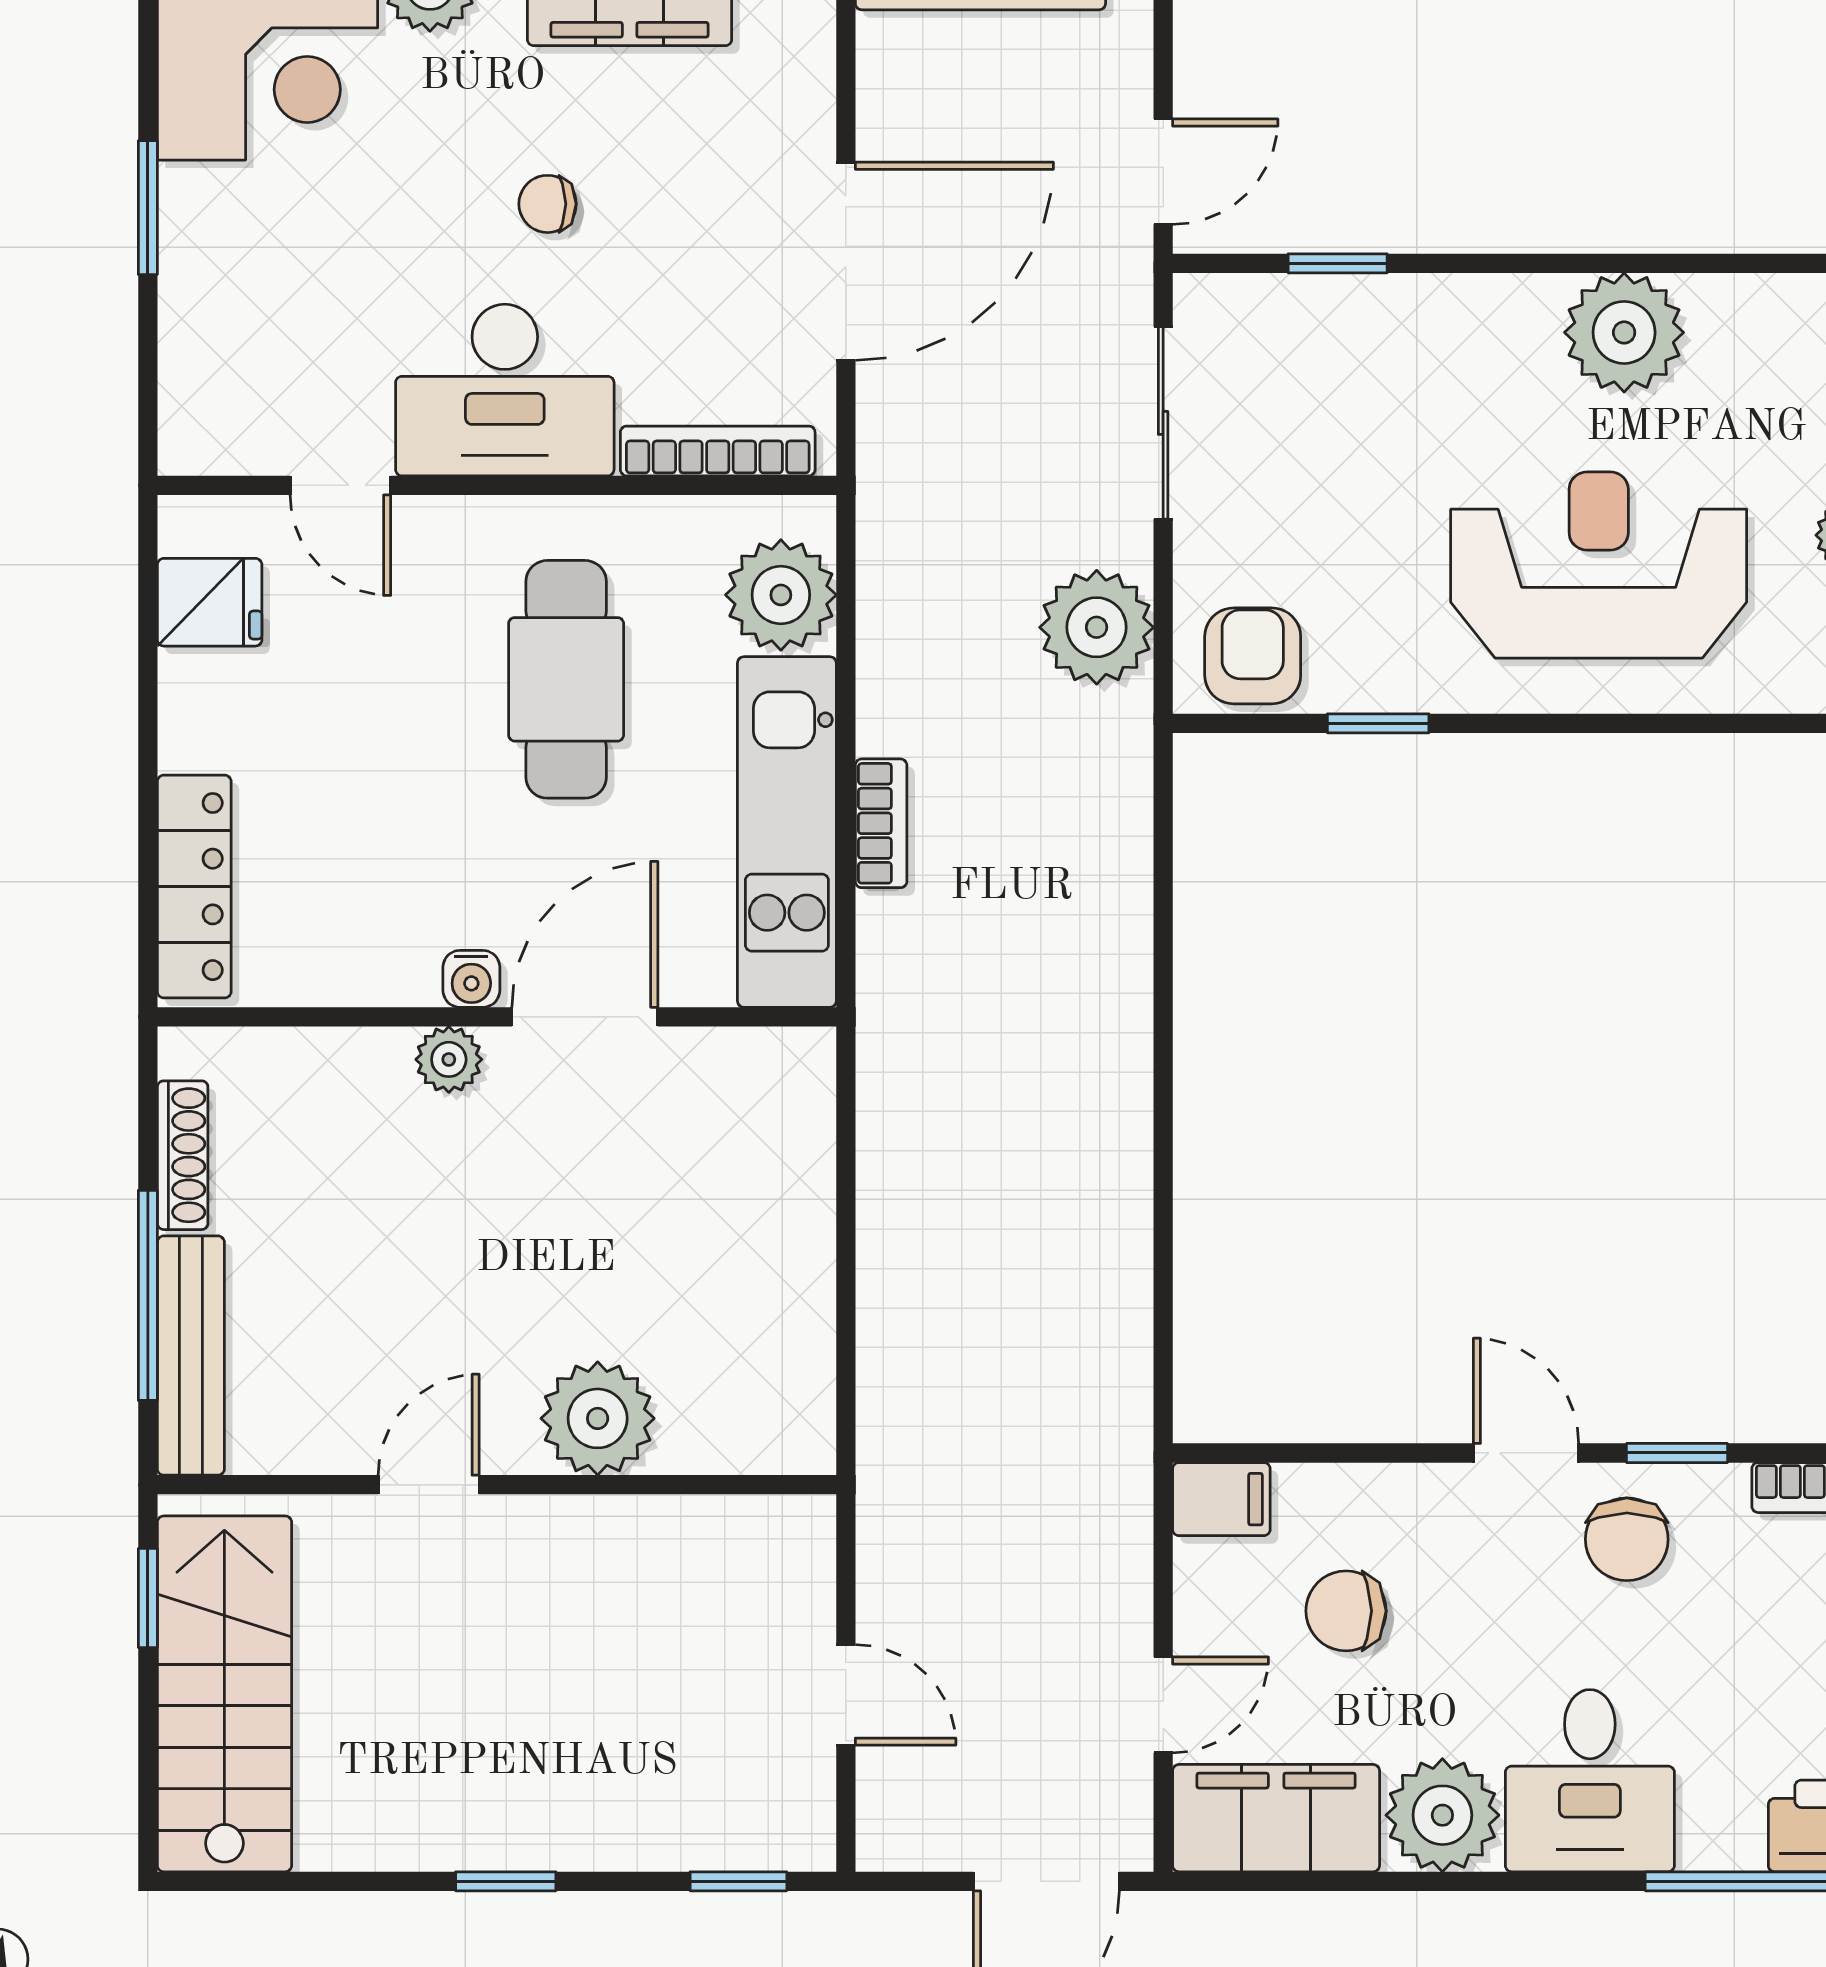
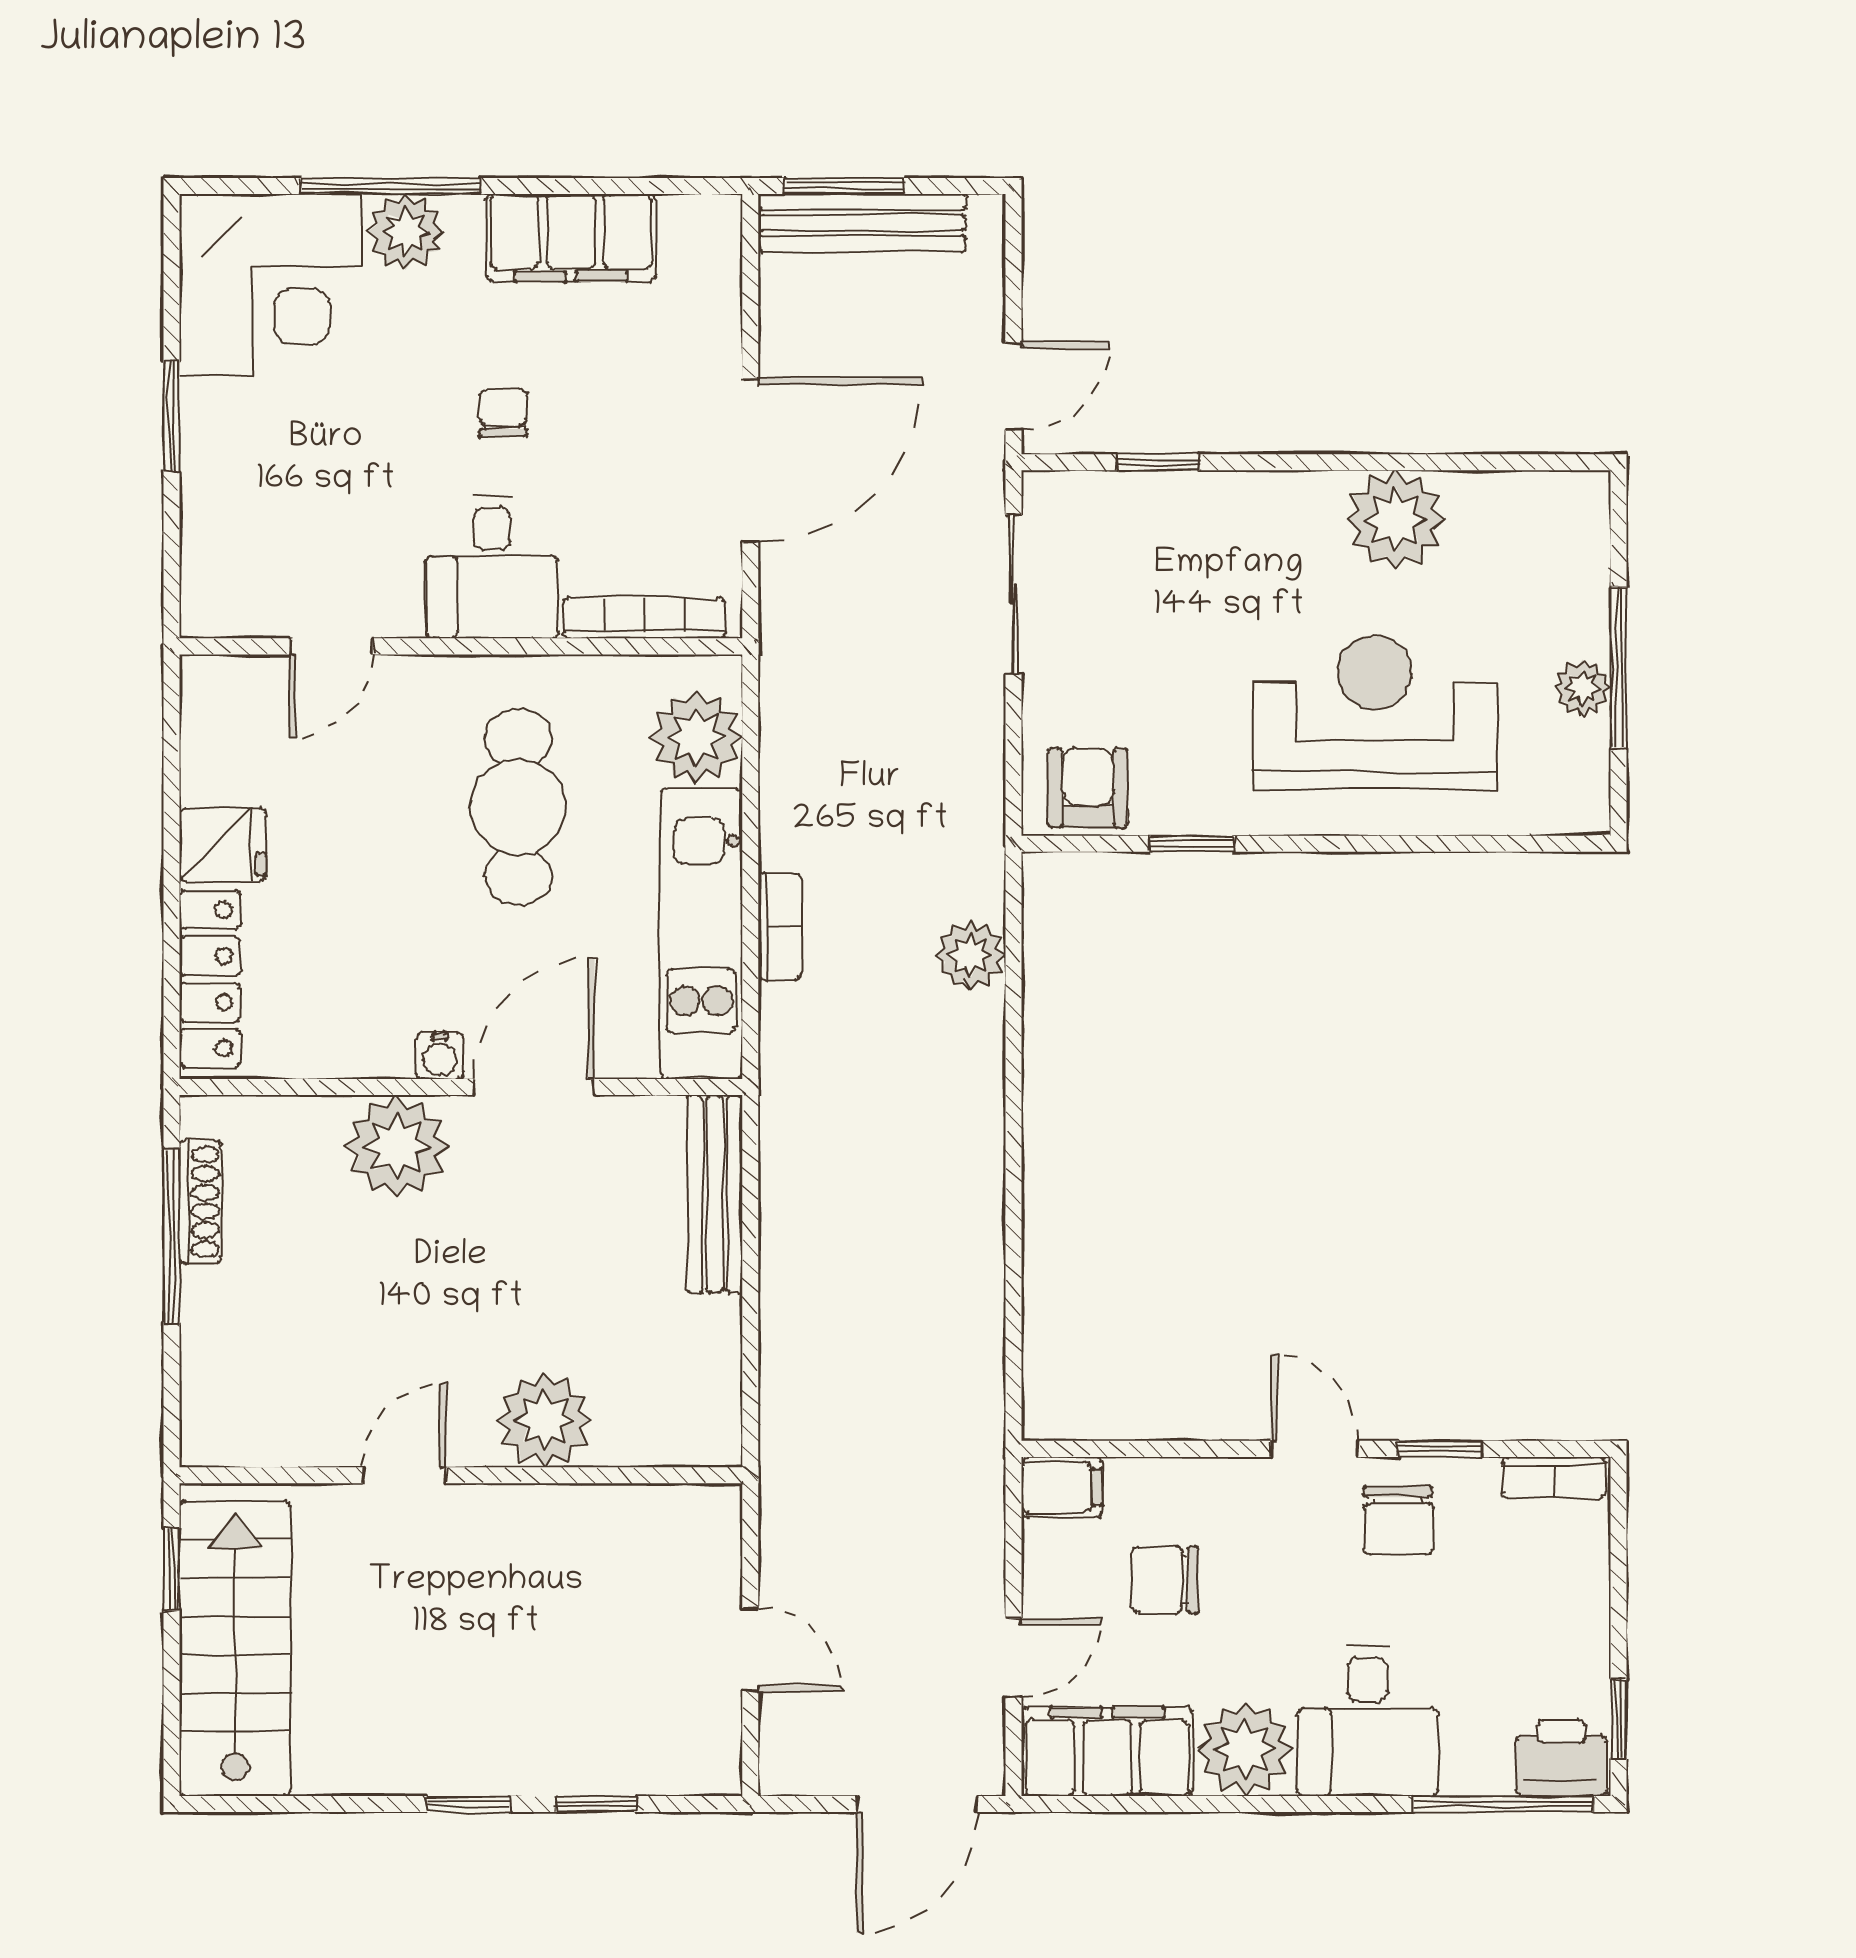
chair: (548, 204) -> (503, 413), turned 90
desk: (505, 390) -> (492, 567), width x0.73
door: (340, 485) -> (331, 646), hinge flipped
fridge: (210, 602) -> (223, 845), moved
plant: (1097, 627) -> (971, 955), moved, width x0.73, depth x0.73
plant: (449, 1059) -> (397, 1147), width x1.88, depth x1.88
window: (148, 1295) -> (171, 1237), moved
bench: (191, 1356) -> (715, 1194), moved
window: (738, 1881) -> (596, 1804), moved

